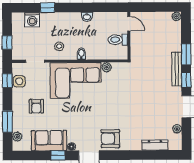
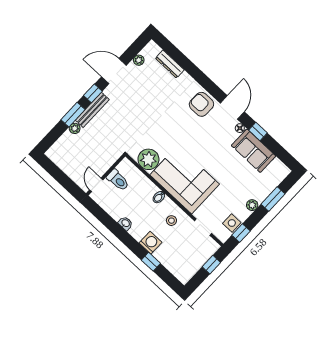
plant: (176, 16) -> (75, 128), moved
washing machine: (32, 20) -> (150, 243), moved
plant: (107, 67) -> (148, 159), width x1.87, depth x1.87
armchair: (36, 106) -> (237, 189), removed
plant: (17, 137) -> (252, 205), moved
armchair: (110, 139) -> (201, 104), turned 180

